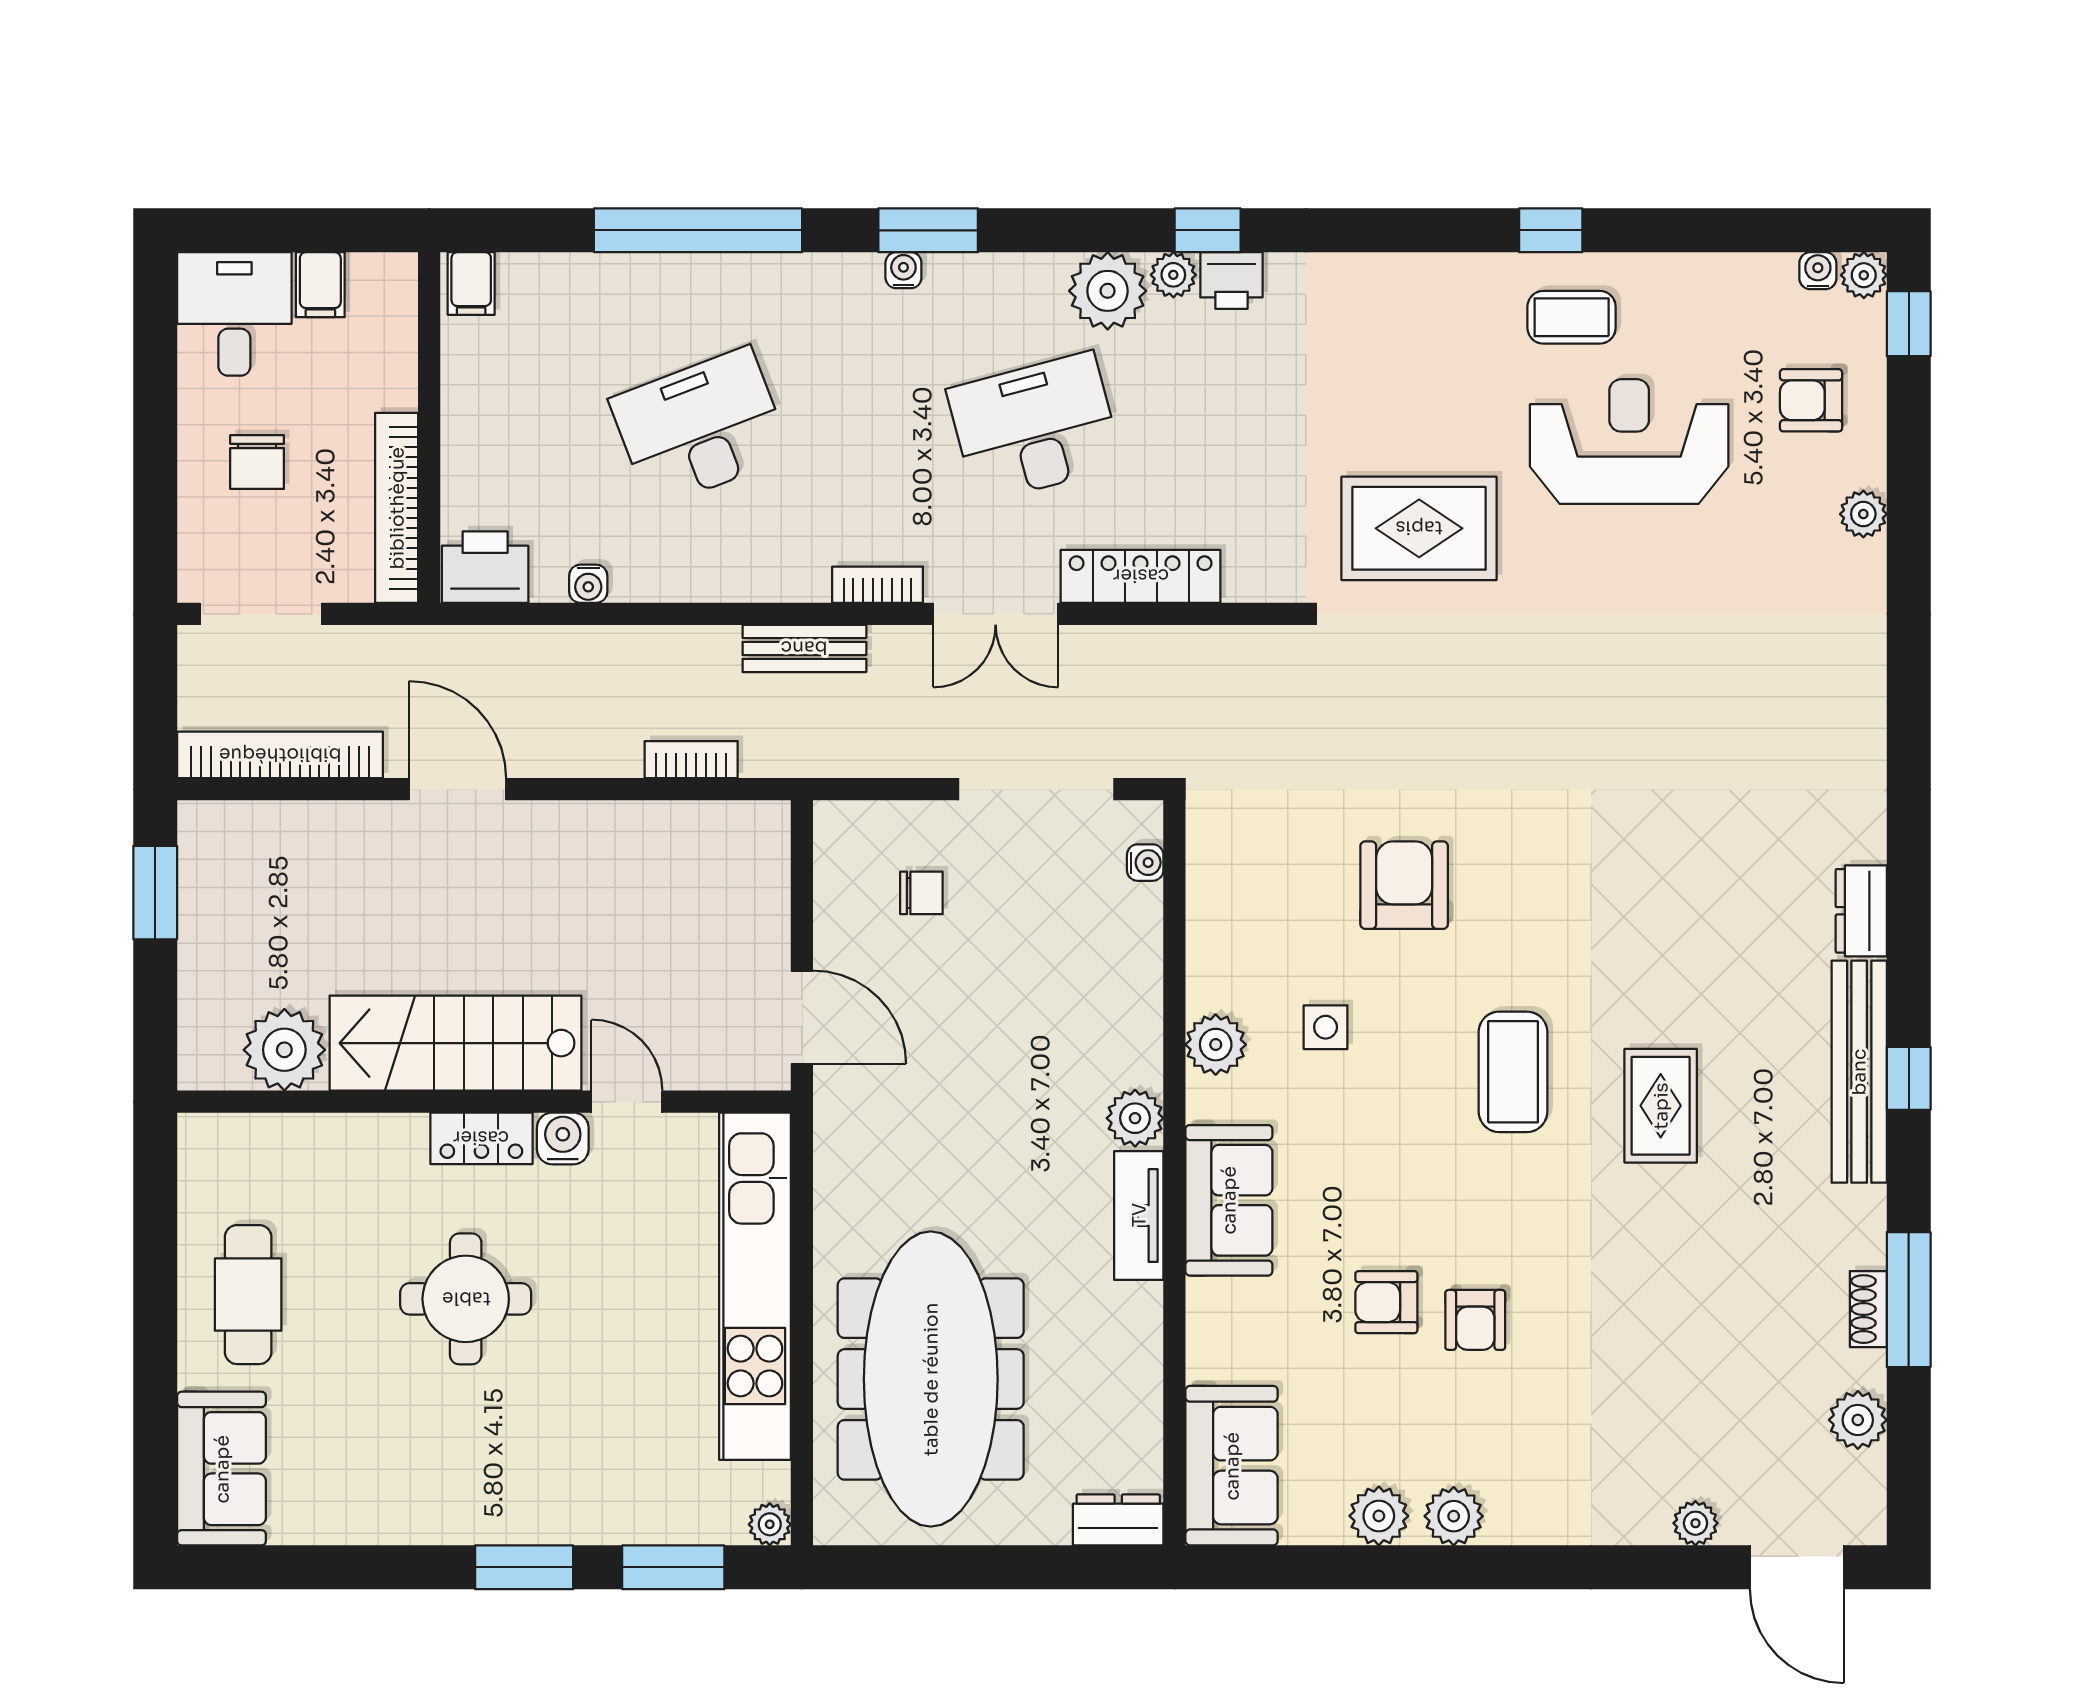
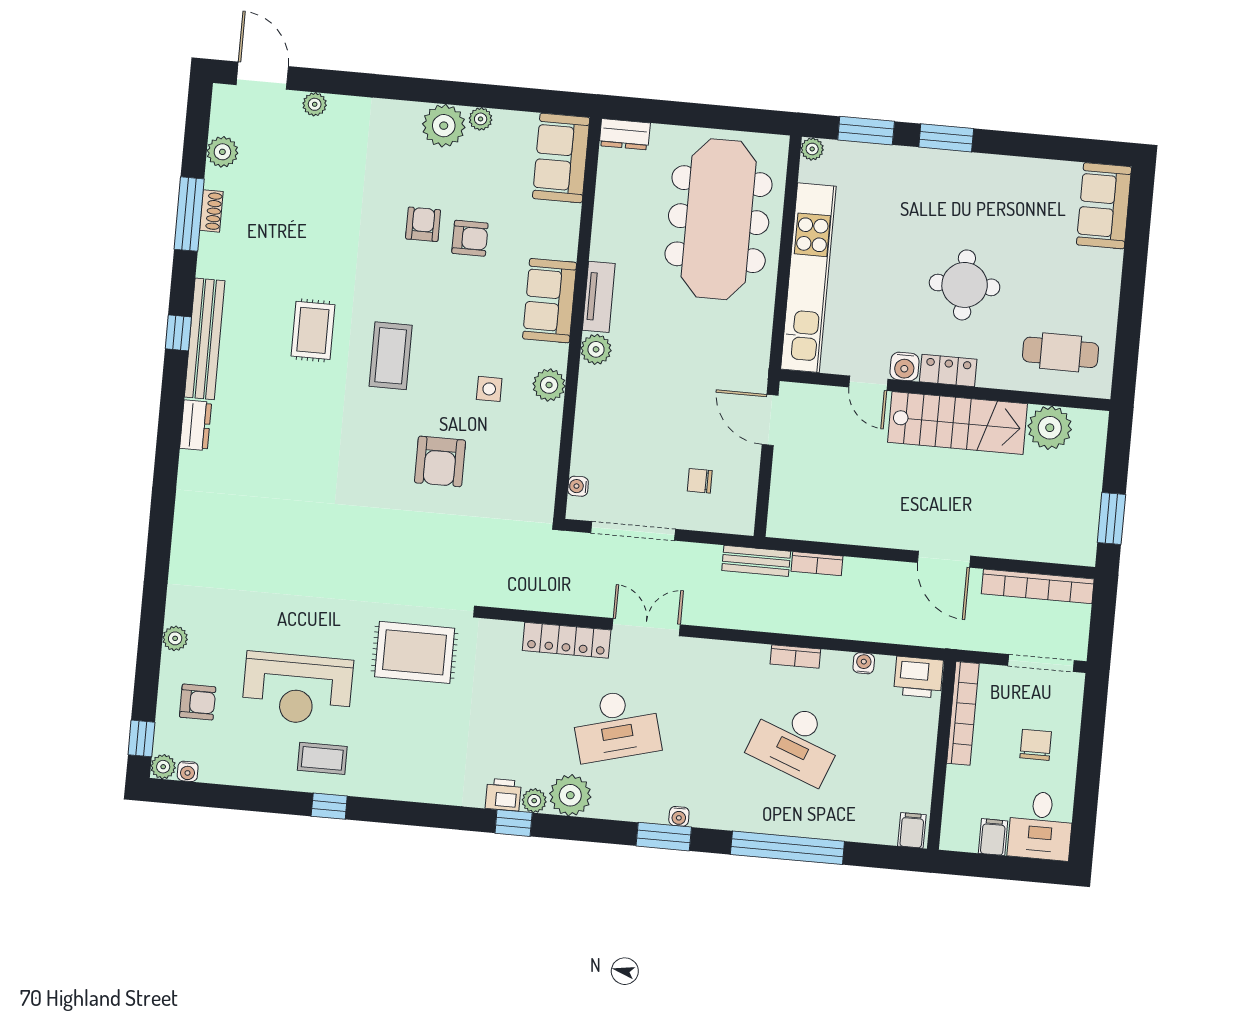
desk: (700, 428) -> (796, 742), turned 42
bookcase: (878, 585) -> (795, 656), moved
bench: (804, 648) -> (756, 561), moved
cafe table: (248, 1295) -> (1061, 352), moved, turned 90
plant: (1379, 1516) -> (481, 119), width x0.73, depth x0.73
plant: (1454, 1516) -> (444, 126), width x1.36, depth x1.36

